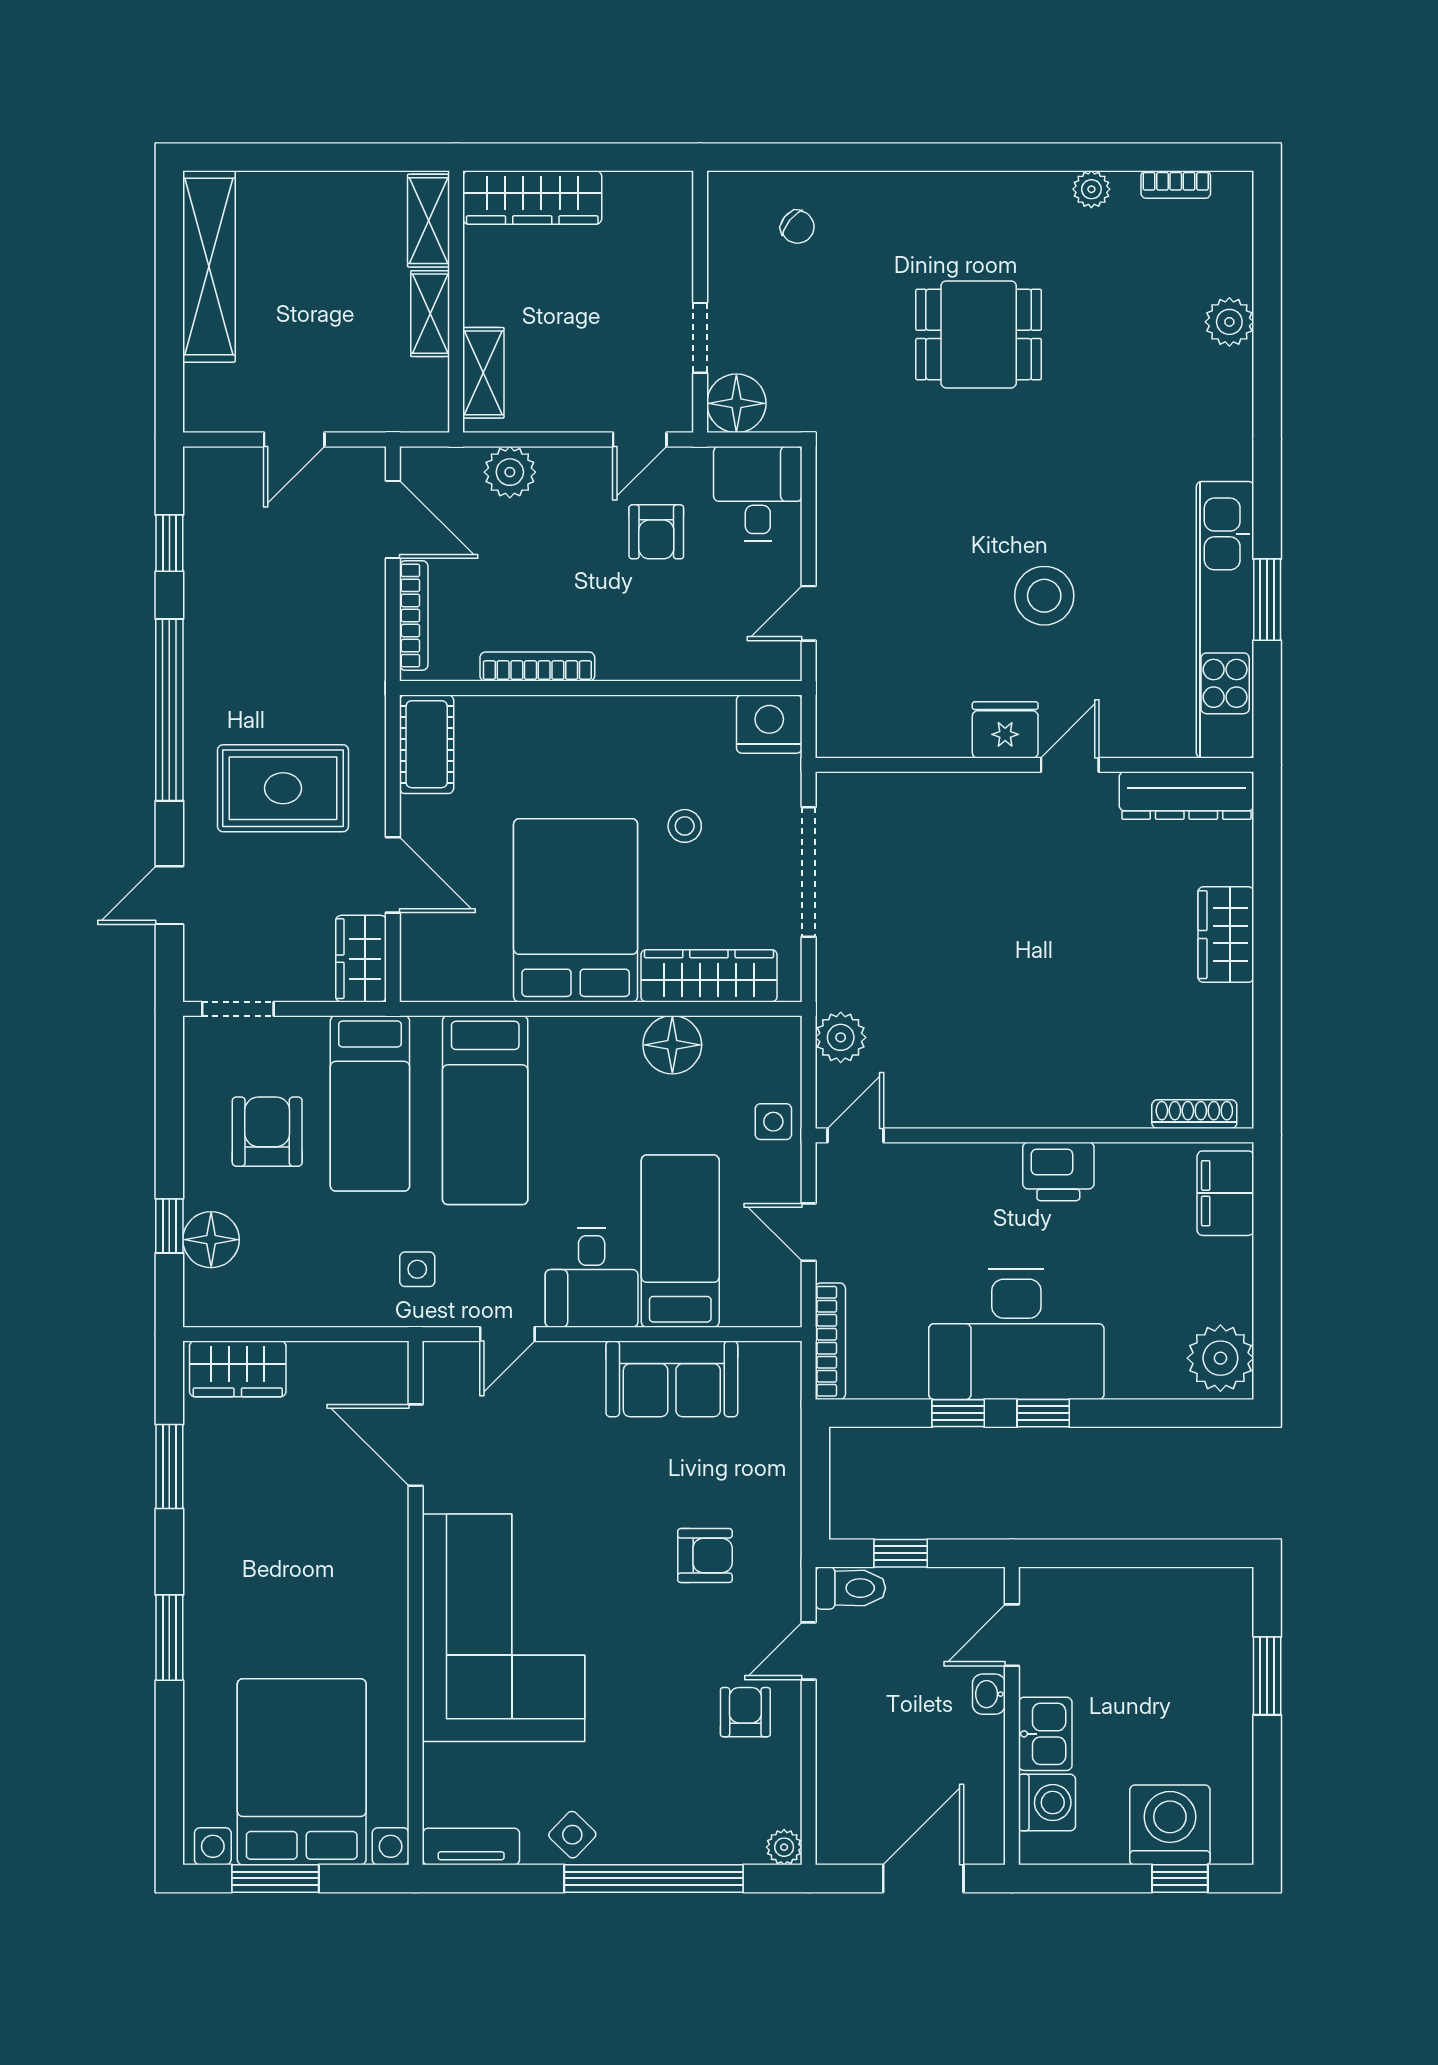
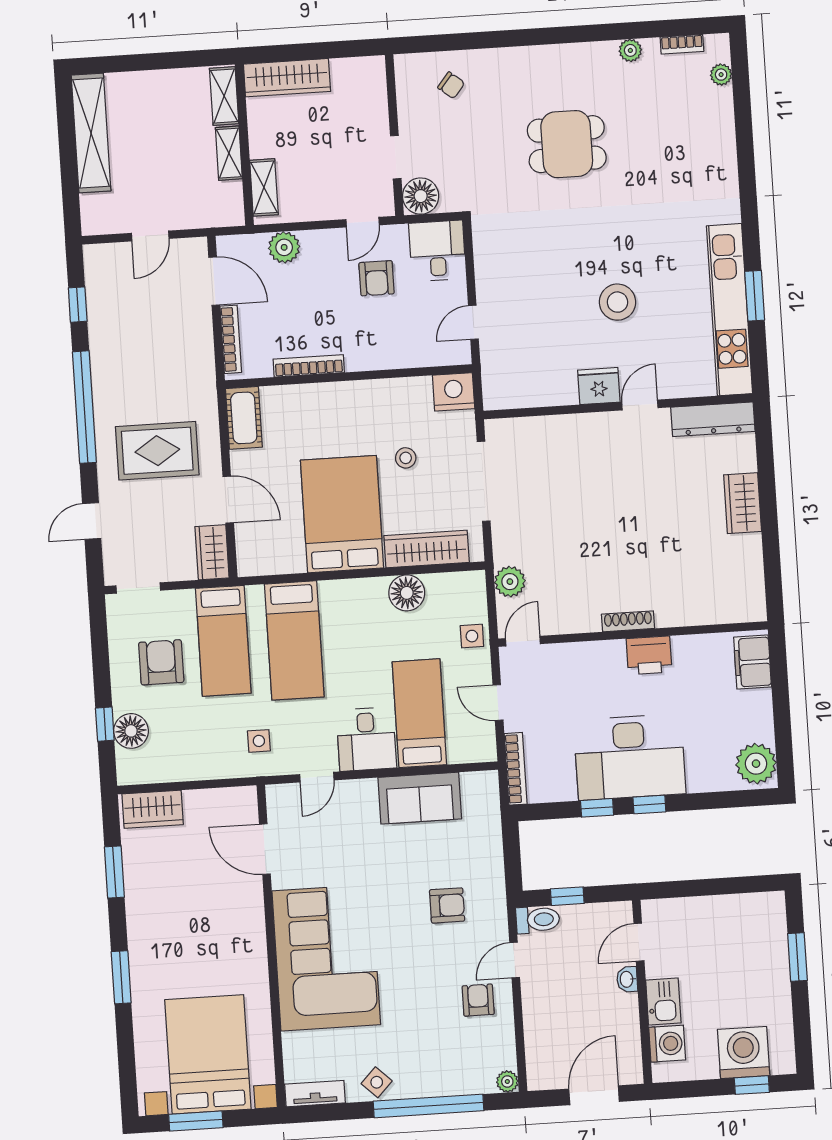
plant: (1229, 322) -> (721, 75), moved, width x0.73, depth x0.73
shoe rack: (1194, 1114) -> (628, 621), moved

